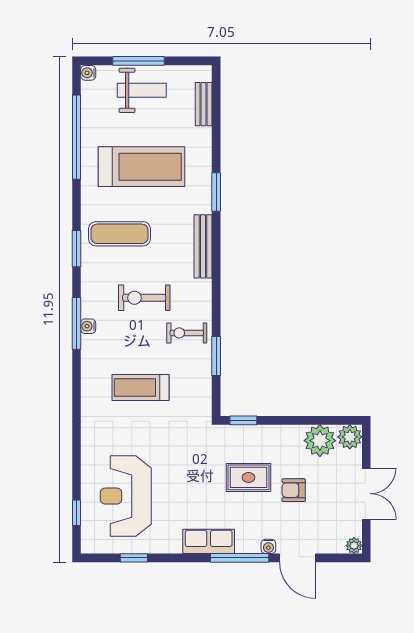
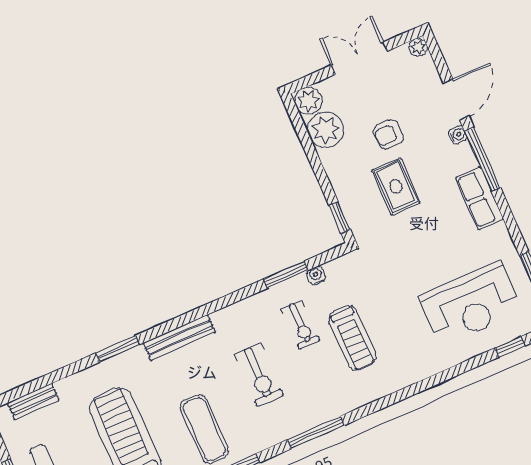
water cooler: (88, 326) -> (316, 276), moved, turned 180
exercise bike: (187, 333) -> (301, 325), moved
armchair: (294, 490) -> (389, 134), turned 90

